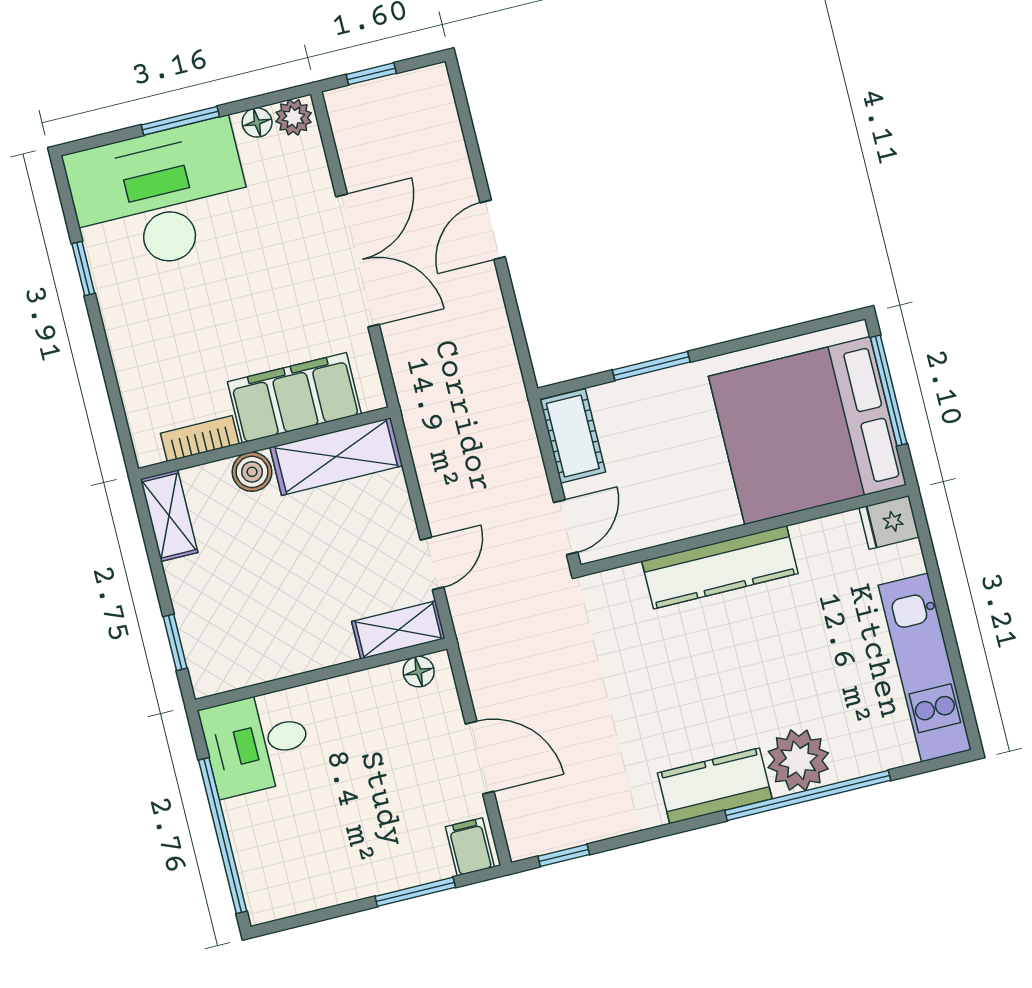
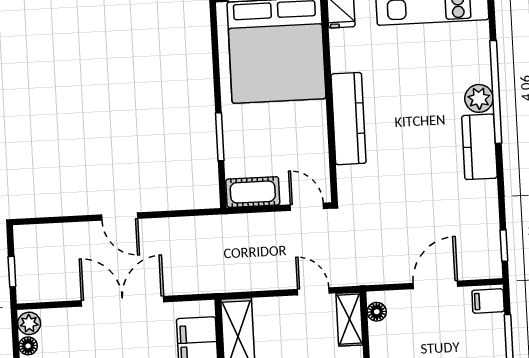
plant: (798, 760) -> (479, 98), width x0.73, depth x0.73

